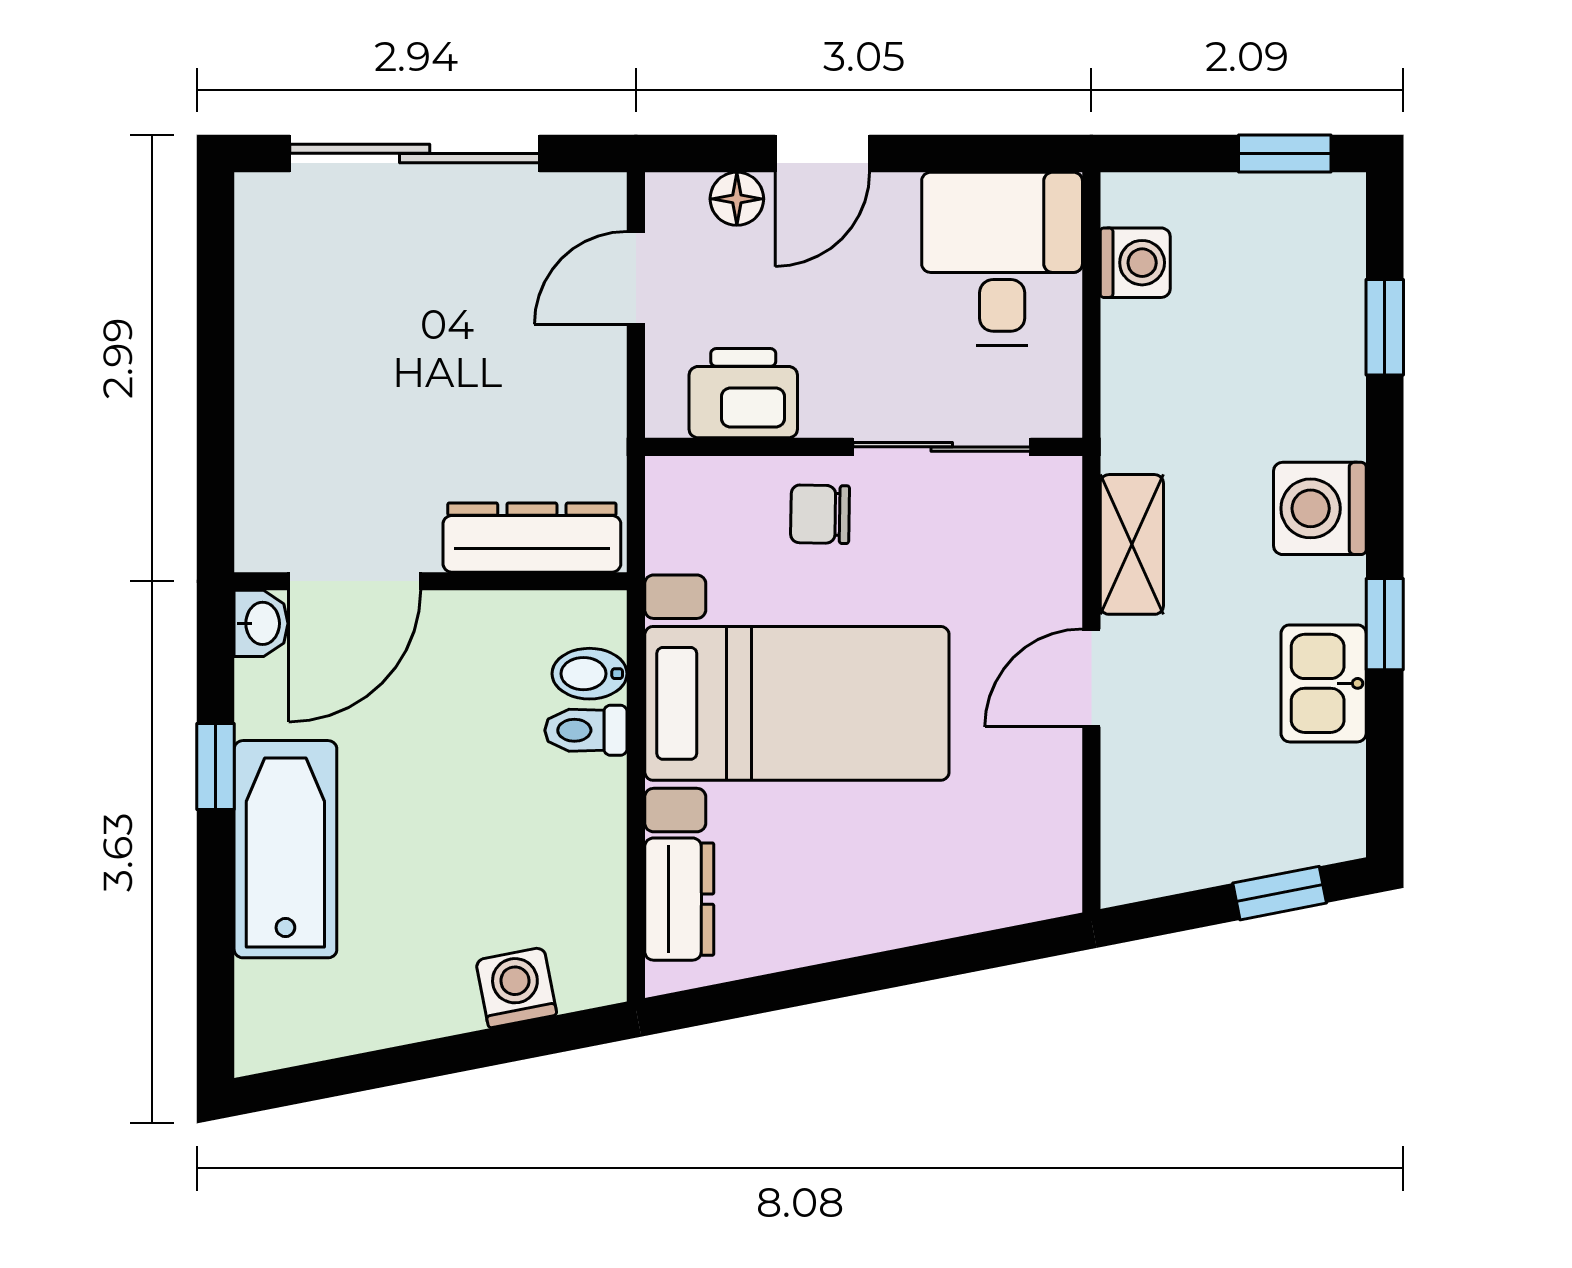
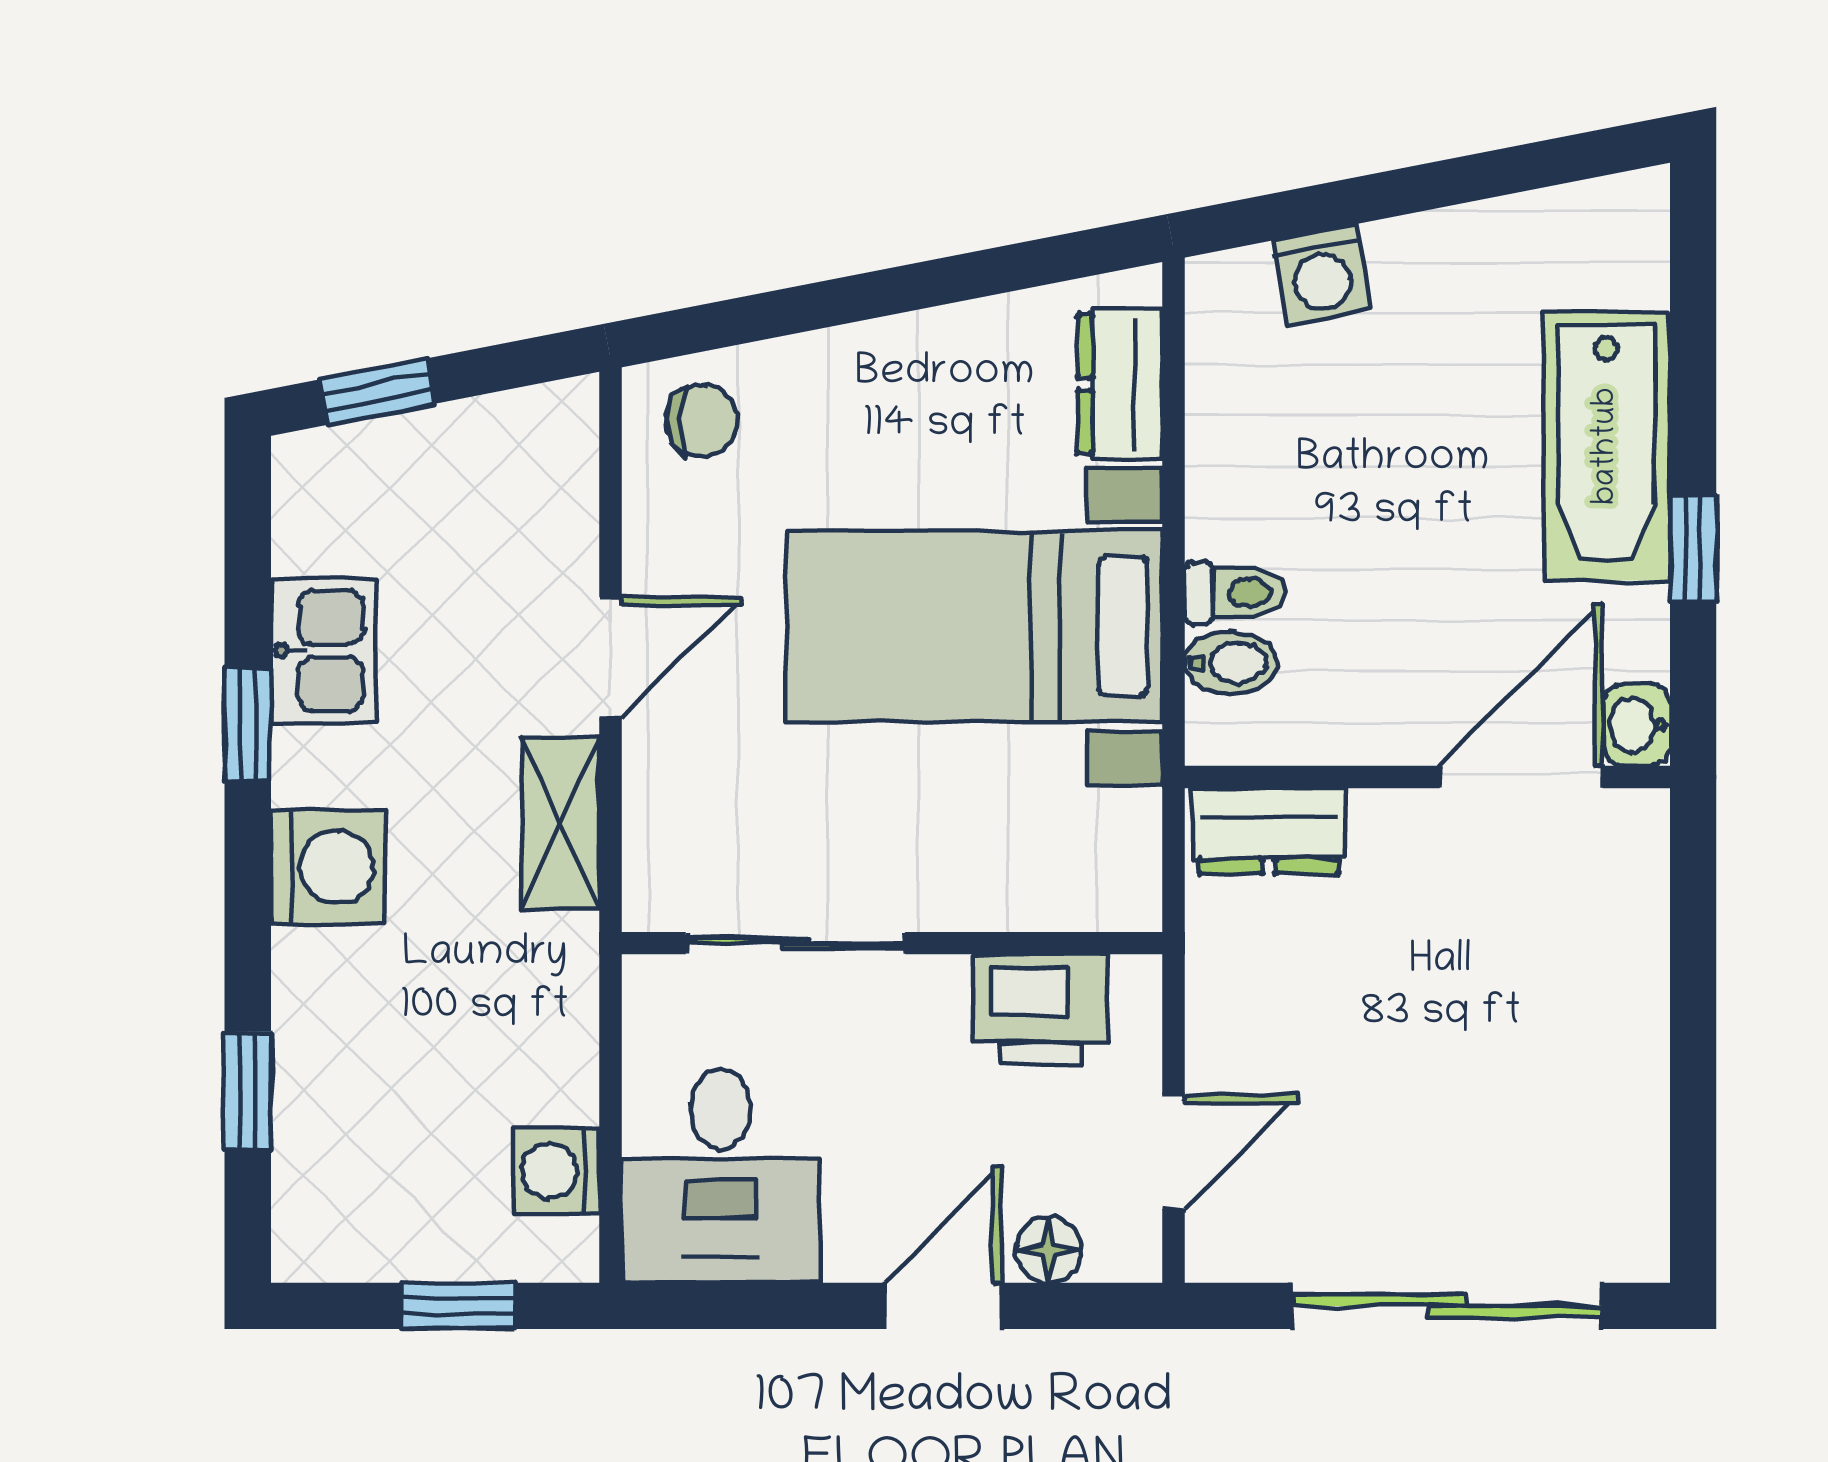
window: (1285, 153) -> (458, 1306), moved
chair: (820, 514) -> (702, 420), moved
dresser: (532, 538) -> (1269, 831), width x0.70

